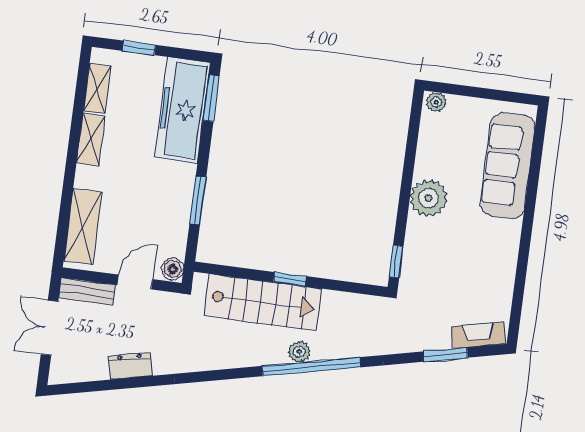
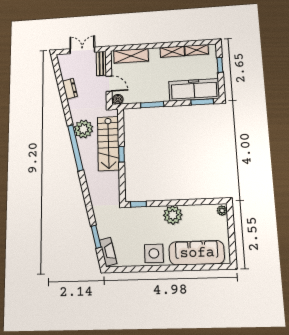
side table: (496, 247) -> (154, 253), added
plant: (299, 352) -> (83, 129), moved, width x1.88, depth x1.88
window: (311, 367) -> (75, 148), moved

